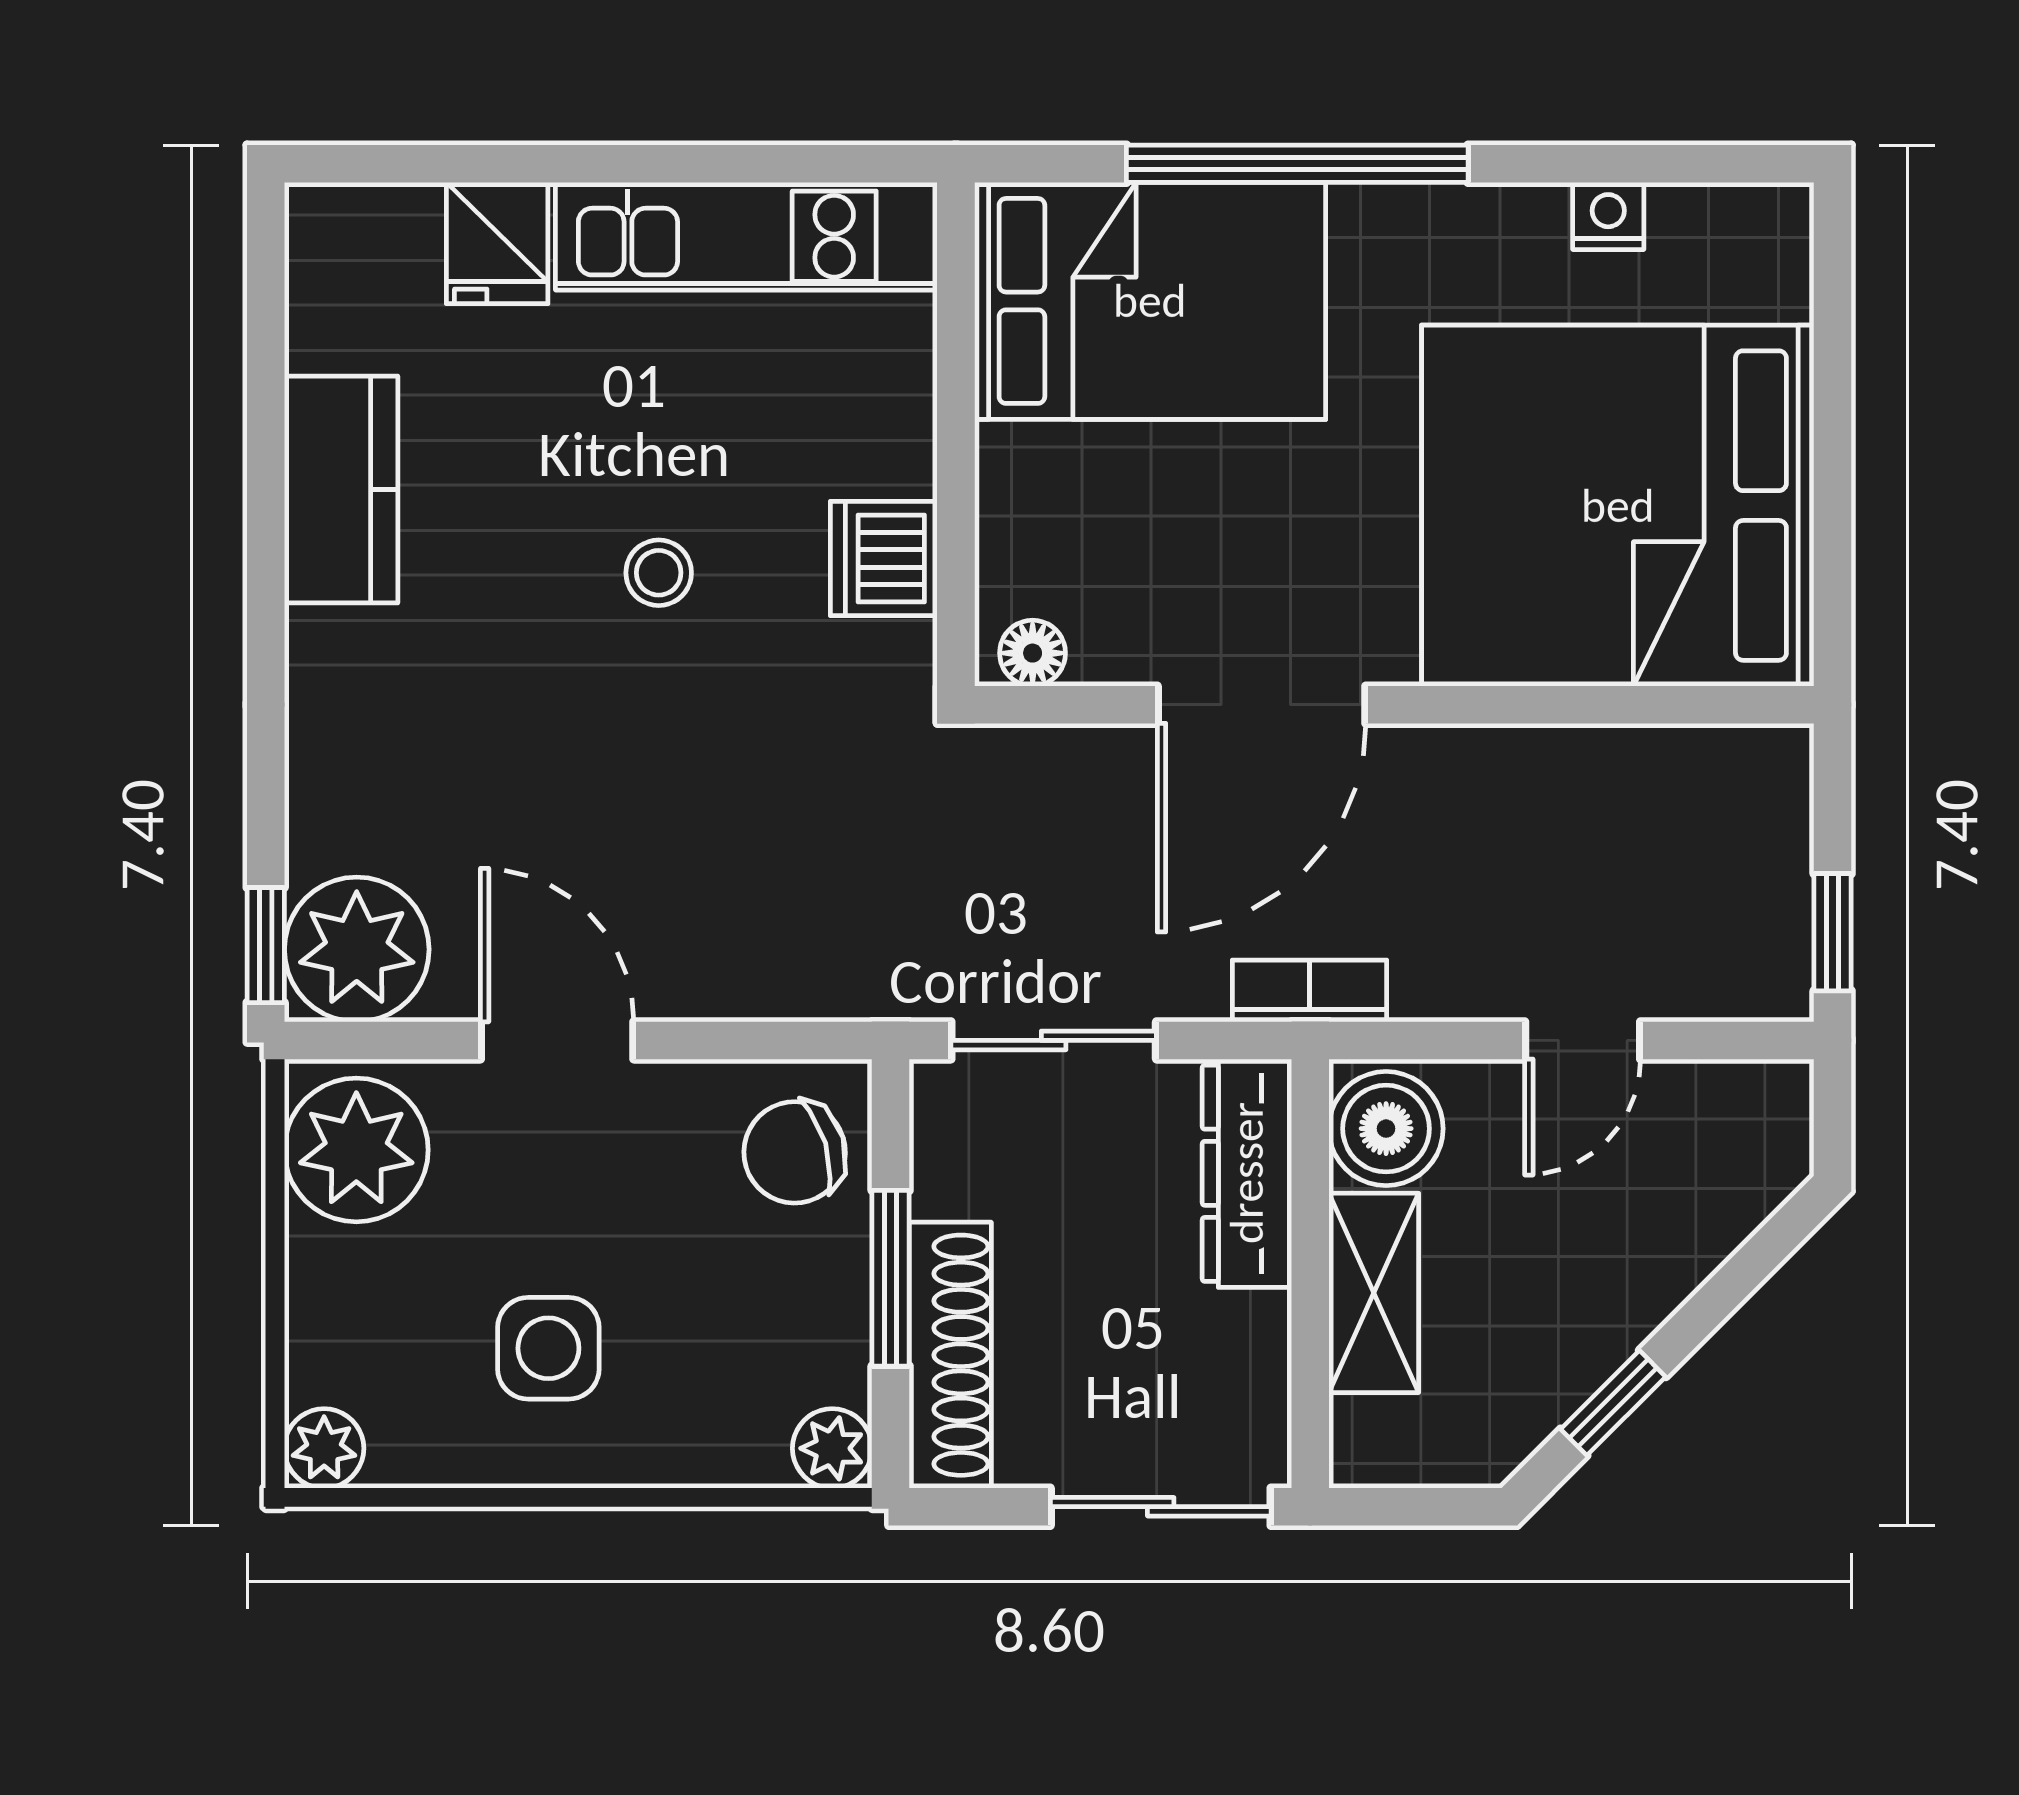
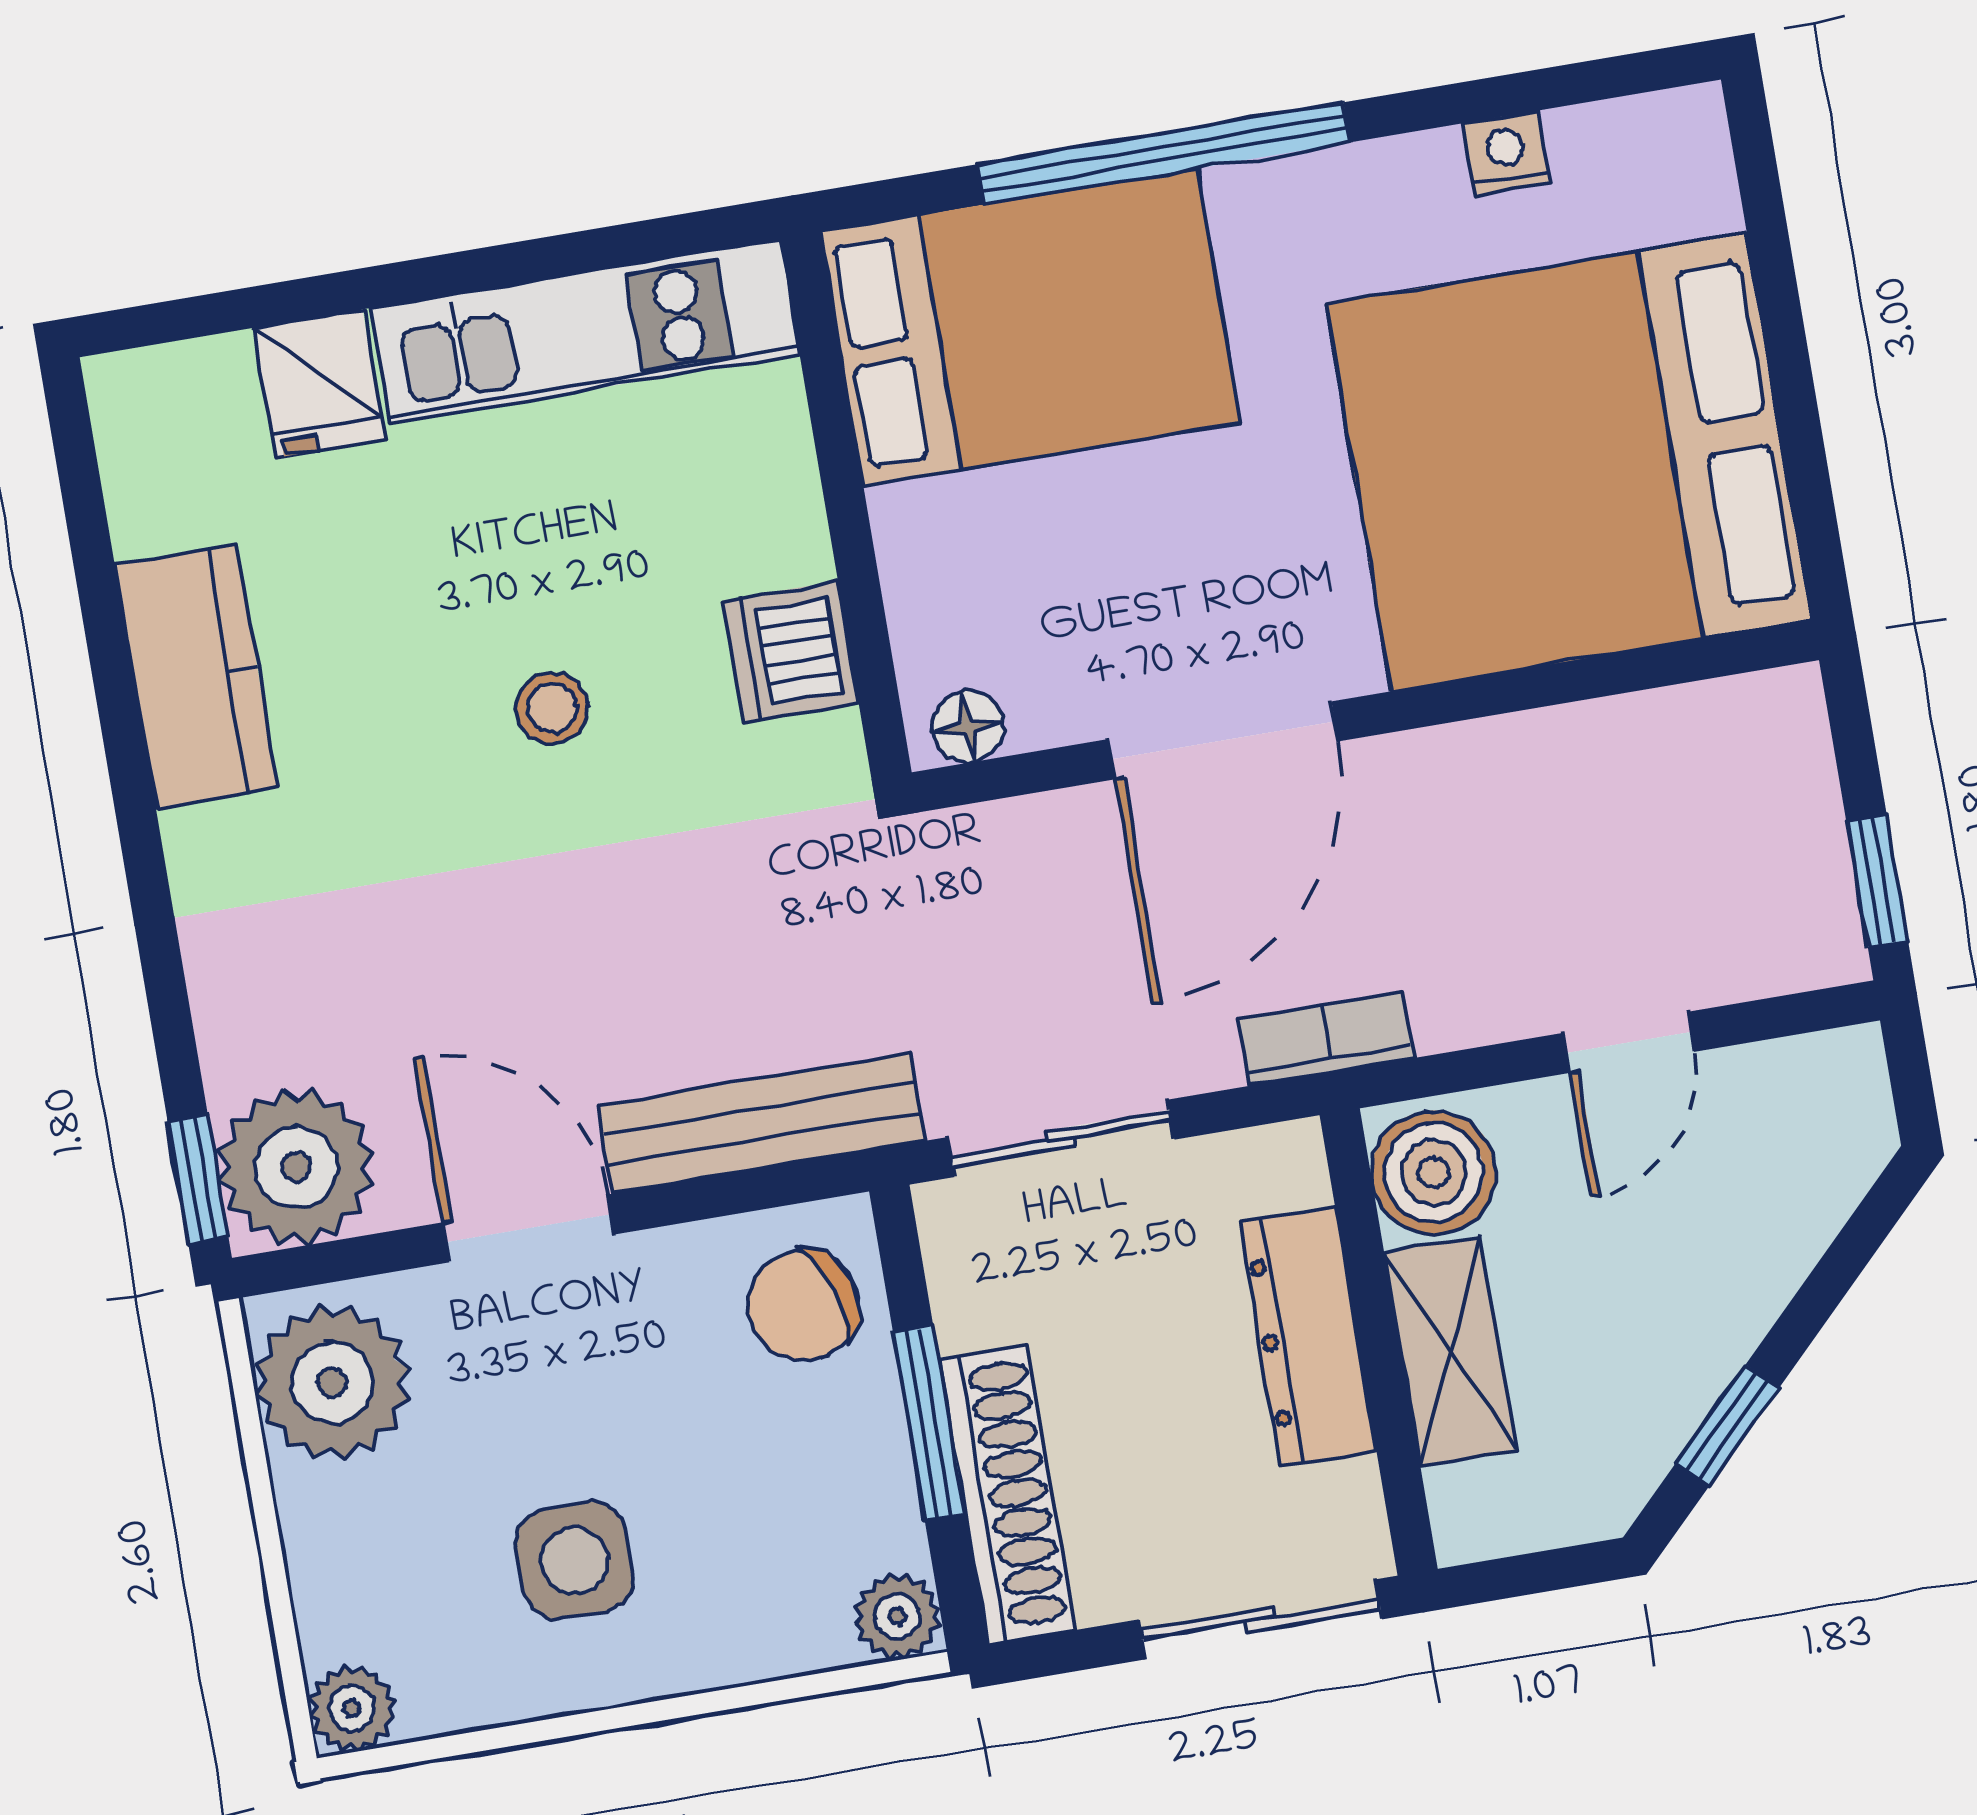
bench: (785, 981) -> (762, 1123), added
dresser: (1247, 1173) -> (1308, 1337), moved

